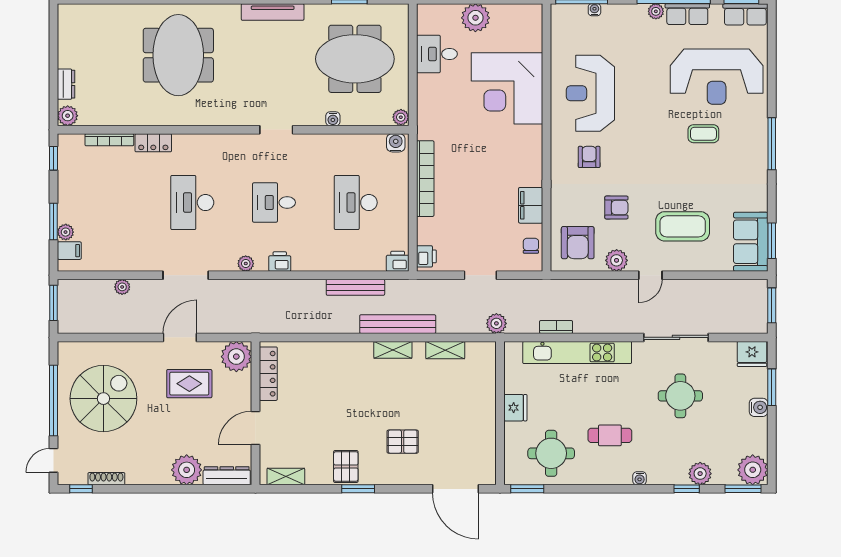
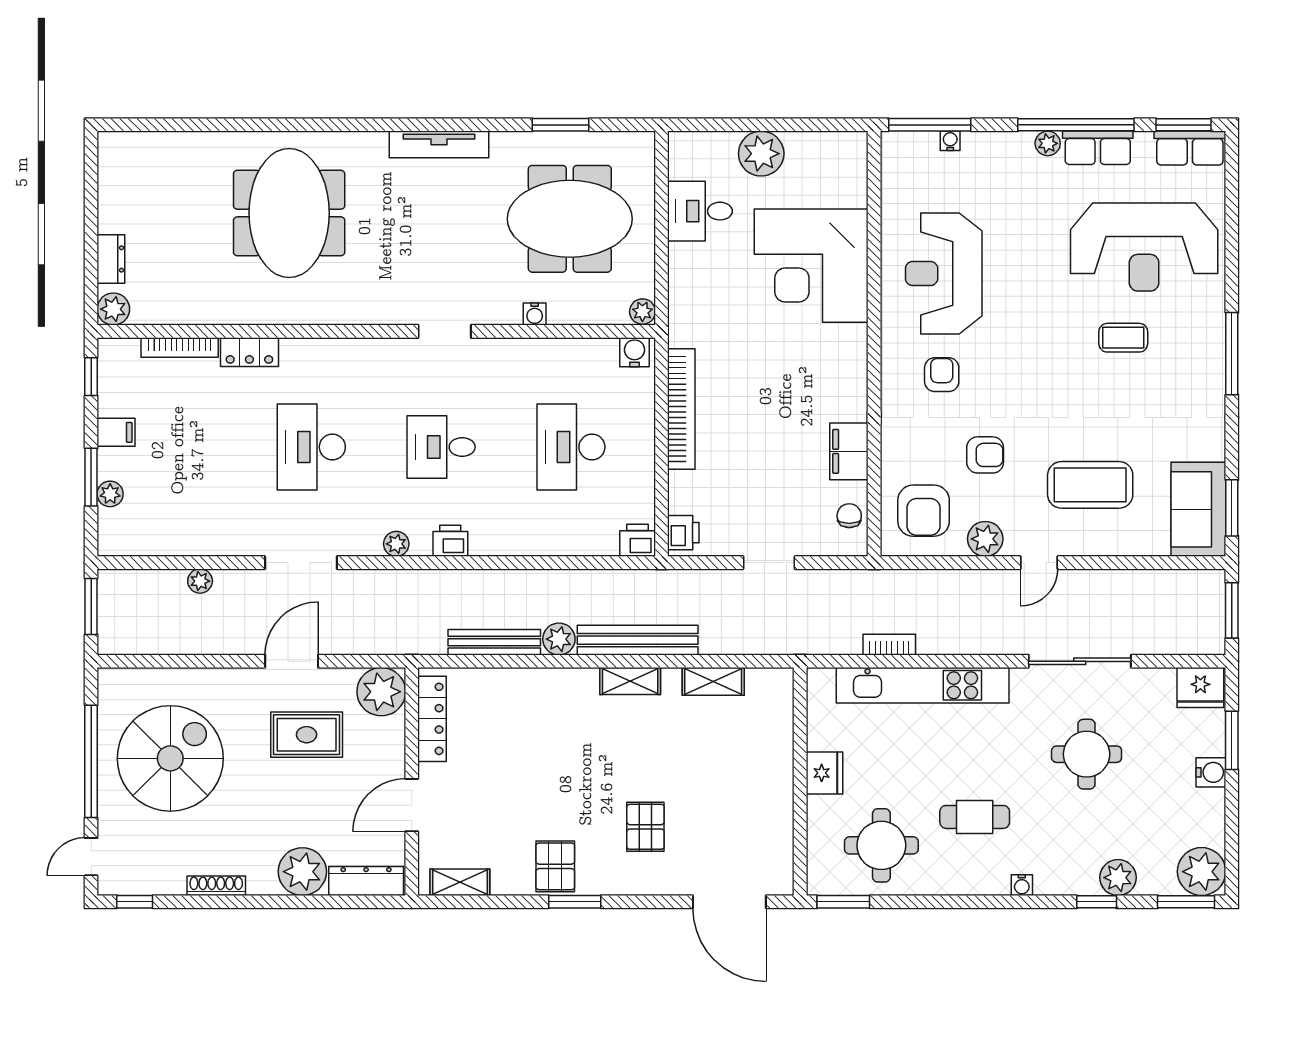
filing cabinet: (69, 251) -> (116, 432), moved
bench: (355, 287) -> (494, 642), moved
plant: (496, 323) -> (559, 639), moved
pallet: (403, 442) -> (645, 827), turned 90
shoe rack: (106, 479) -> (216, 886), moved

